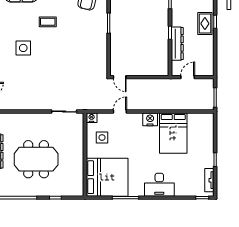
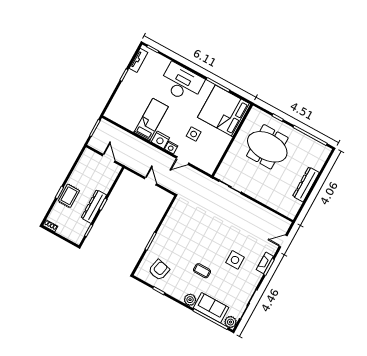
dresser: (177, 44) -> (94, 206), moved
door: (120, 77) -> (151, 181), moved
door: (188, 77) -> (109, 158), swing flipped
nightstand: (92, 118) -> (171, 148), moved
bed: (173, 133) -> (151, 120), width x0.67
side table: (102, 138) -> (194, 134), moved
meeting table: (36, 159) -> (267, 147), moved
desk: (159, 185) -> (182, 83), width x1.36, depth x1.30

